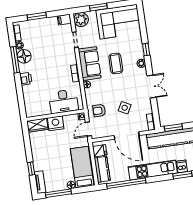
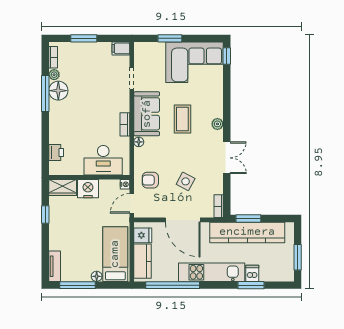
plant: (81, 20) -> (144, 52), removed
window: (146, 50) -> (227, 56), moved
printer: (26, 79) -> (56, 152), moved
window: (31, 169) -> (45, 215), moved

